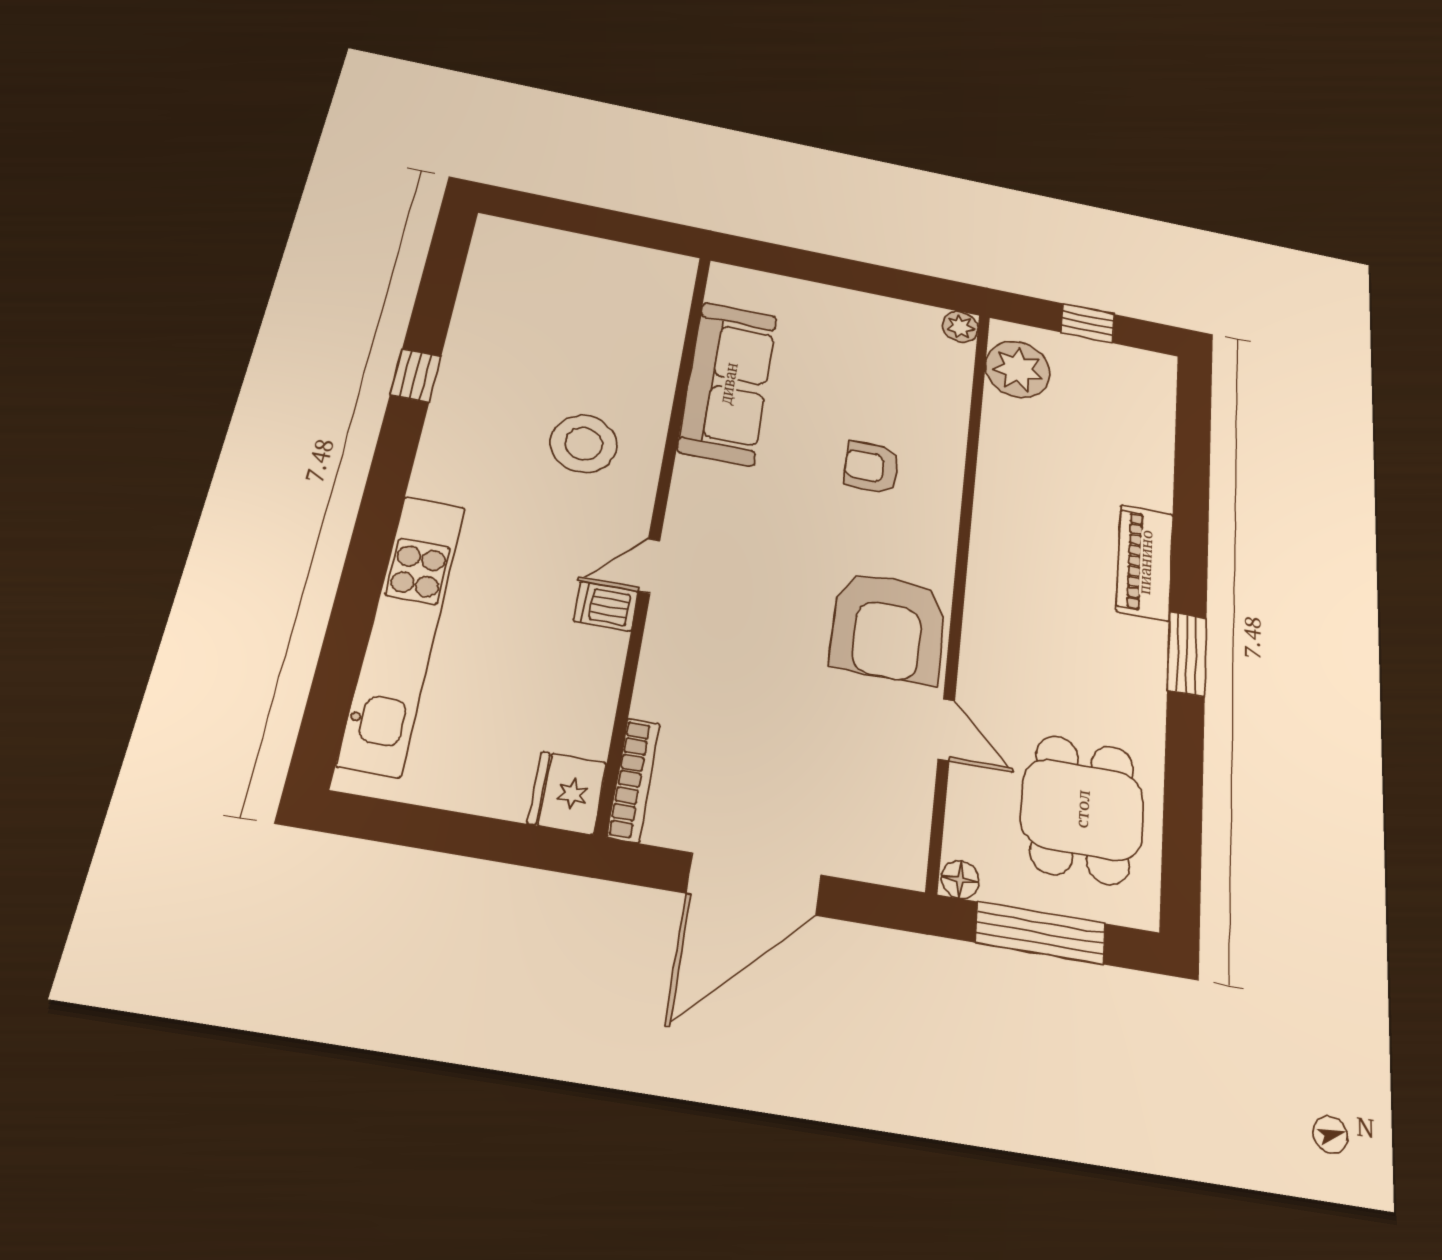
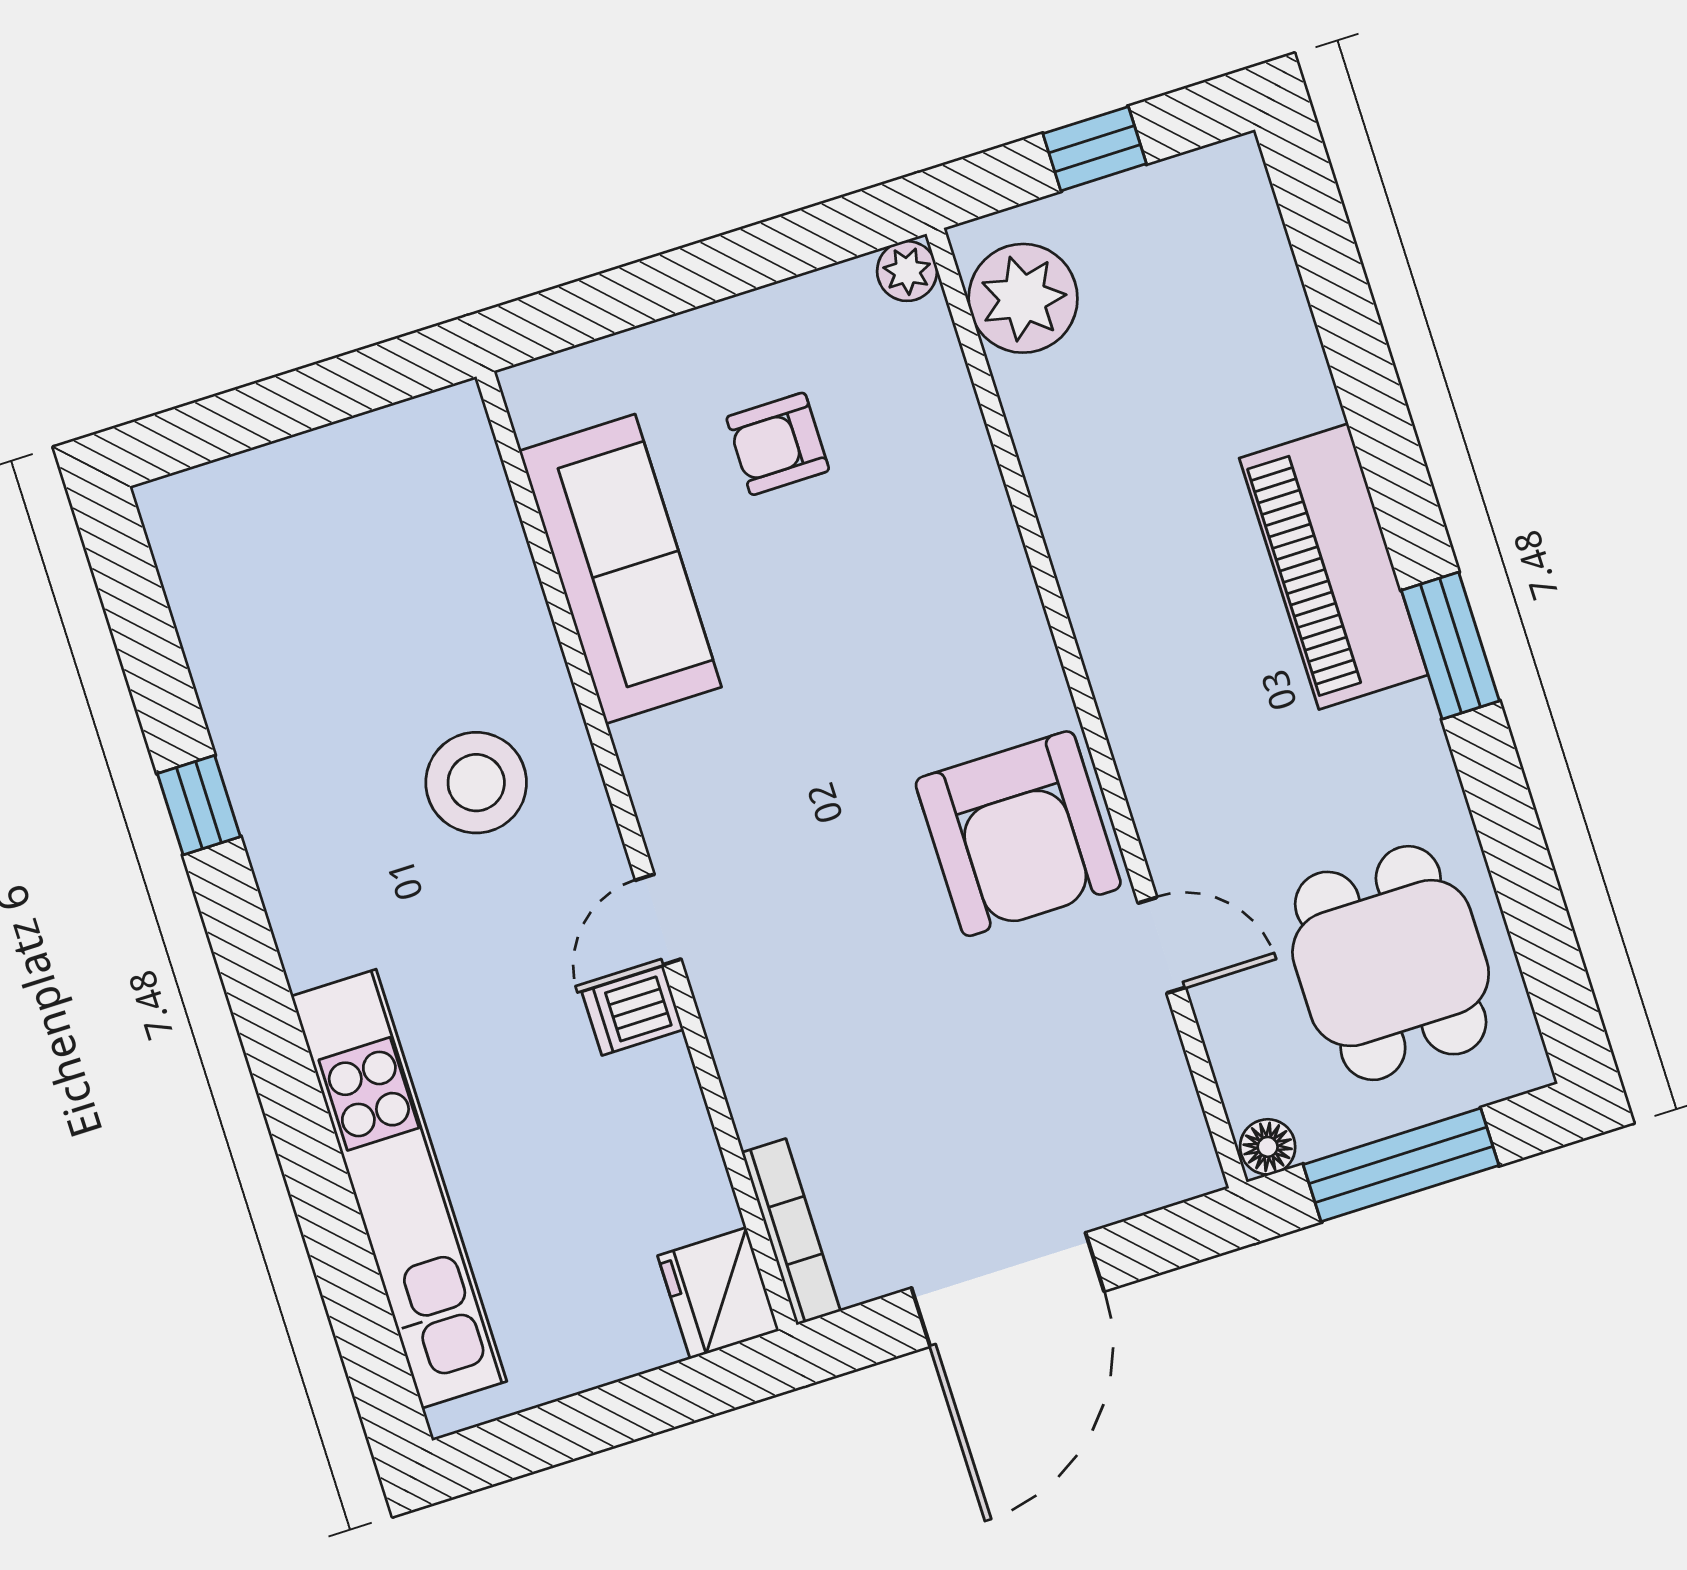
armchair: (872, 467) -> (778, 444), moved
piano: (1145, 562) -> (1334, 566), width x1.37, depth x1.33

